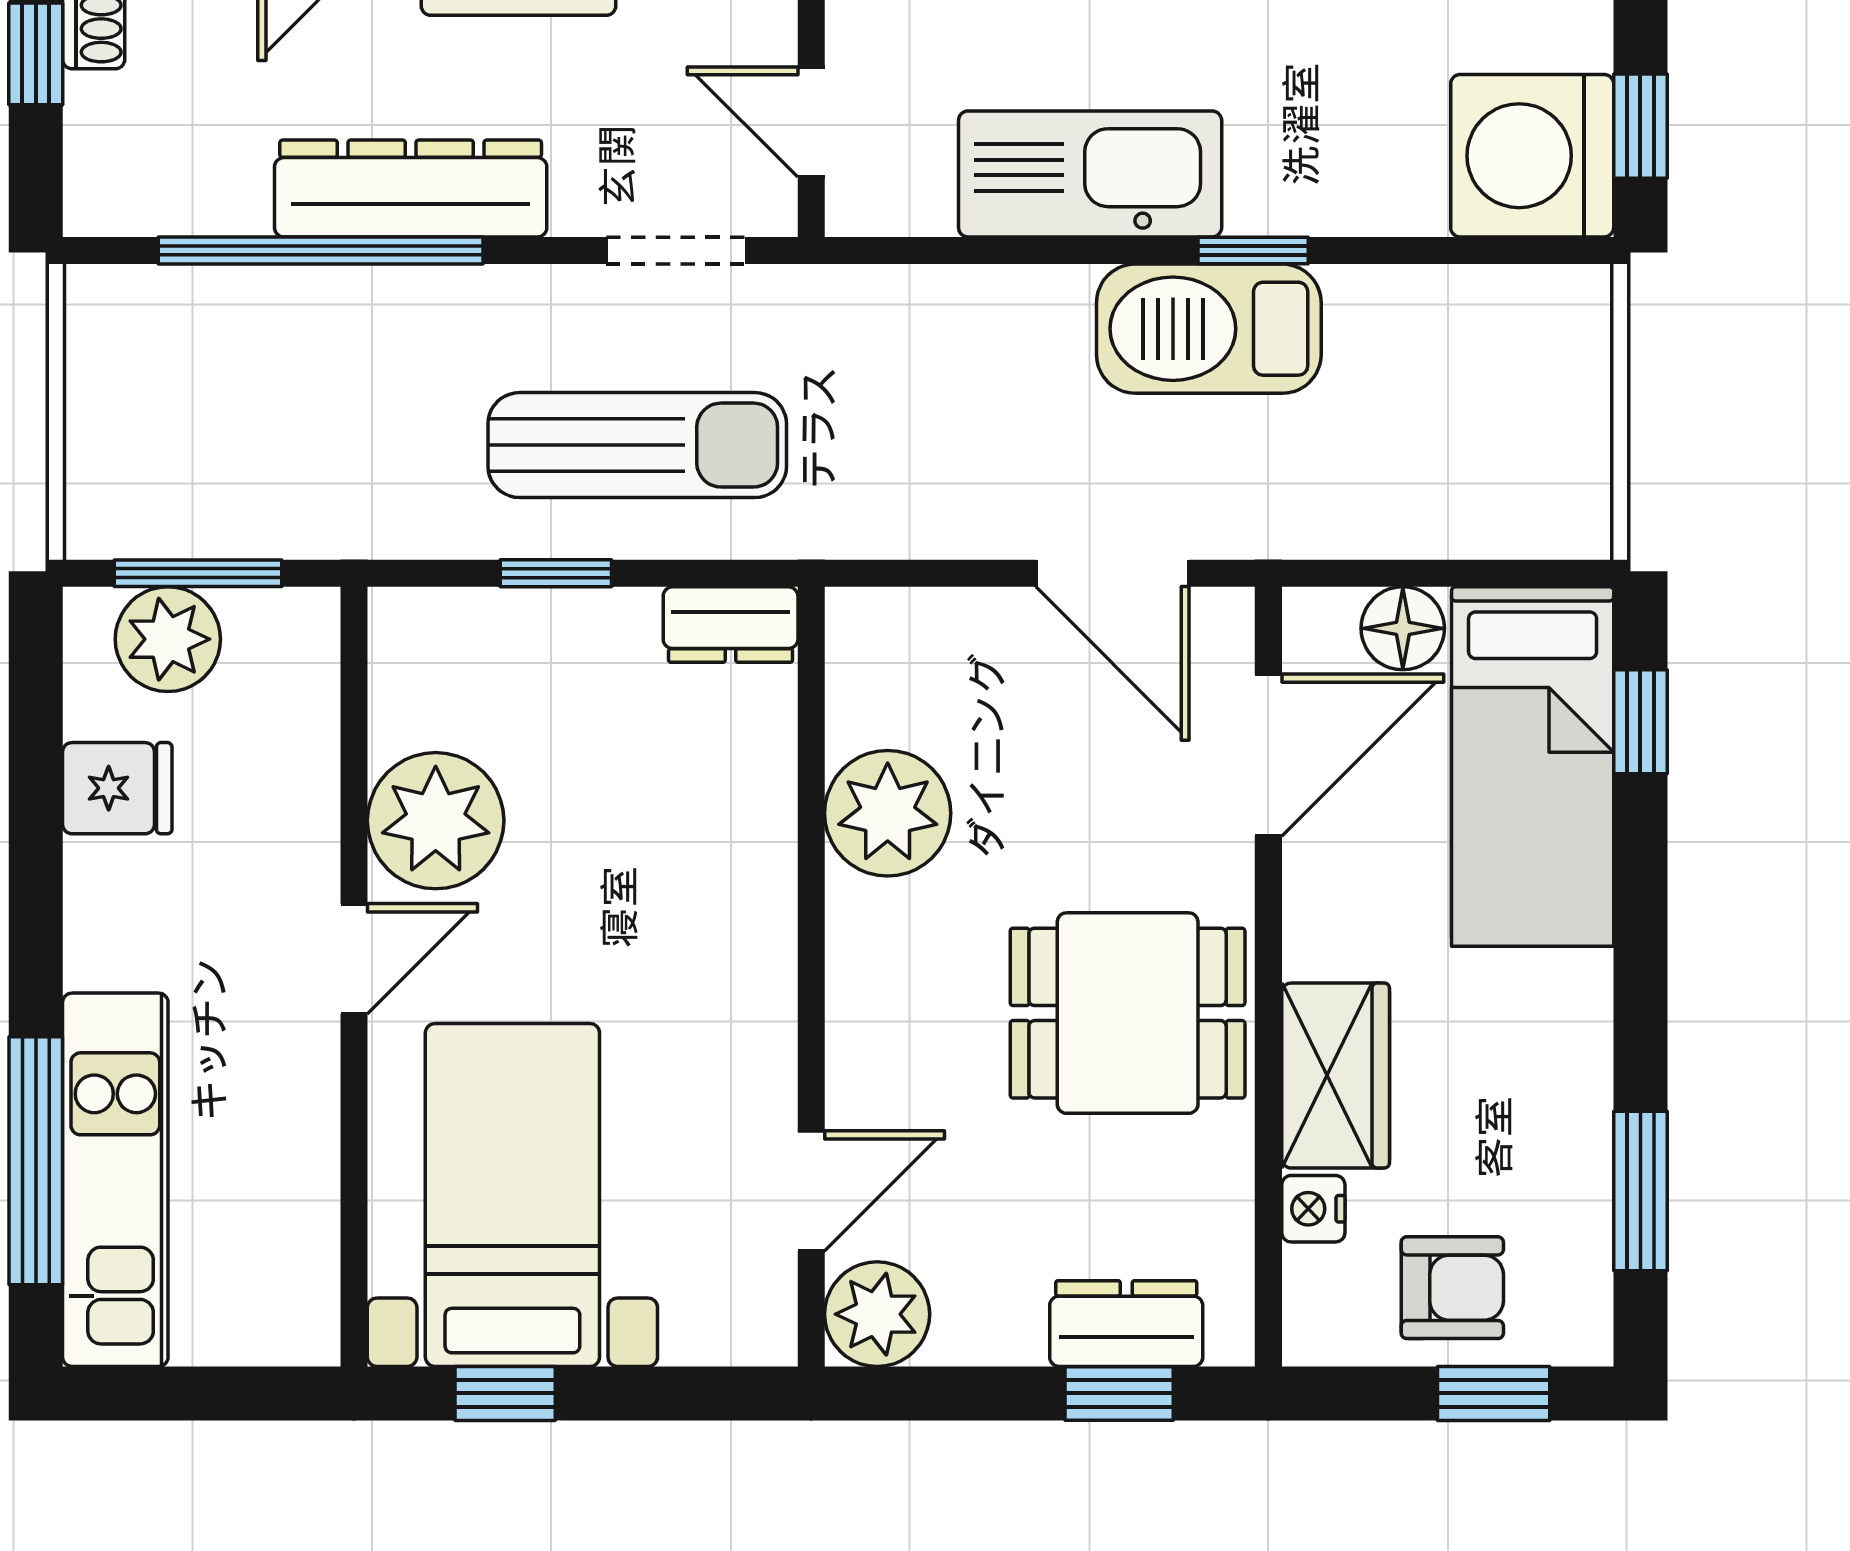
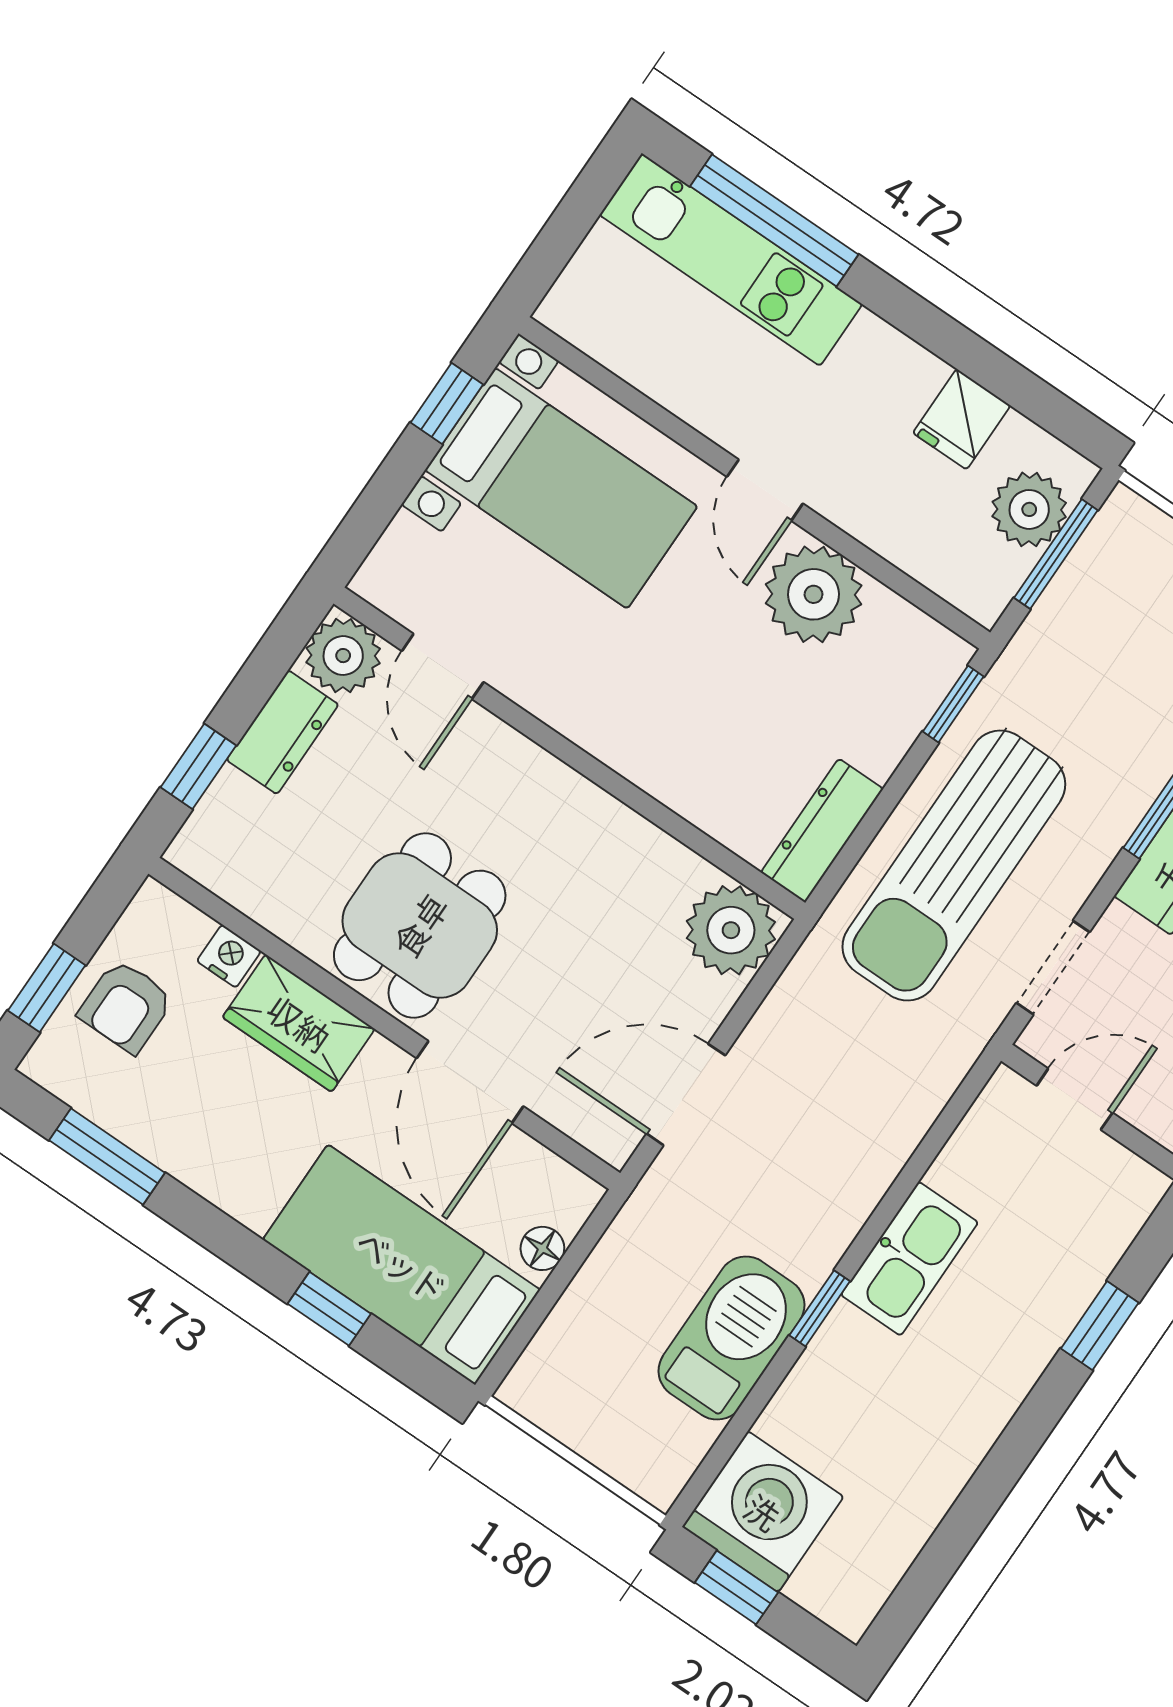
kitchen sink: (1090, 174) -> (909, 1259), width x0.73, depth x0.81
barbecue: (1209, 329) -> (731, 1338), moved
sun lounger: (637, 445) -> (954, 866), width x1.36, depth x1.34
window: (556, 573) -> (953, 704), moved
dresser: (731, 624) -> (822, 831), width x1.44
floor lamp: (1403, 628) -> (542, 1248), width x0.73, depth x0.73
window: (1640, 722) -> (329, 1309), moved
door: (1268, 755) -> (470, 1082), moved
plant: (888, 813) -> (731, 930), moved
dresser: (1126, 1324) -> (282, 732), moved

